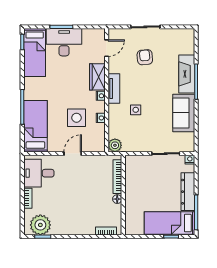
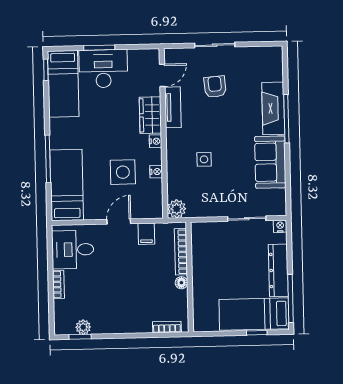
tv unit: (114, 88) -> (173, 107), moved
filing cabinet: (93, 163) -> (146, 234), added
plant: (40, 225) -> (83, 327), width x0.53, depth x0.53

